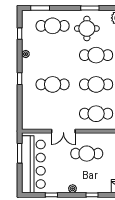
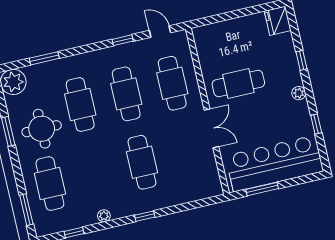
cafe table: (87, 154) -> (238, 83), turned 90

